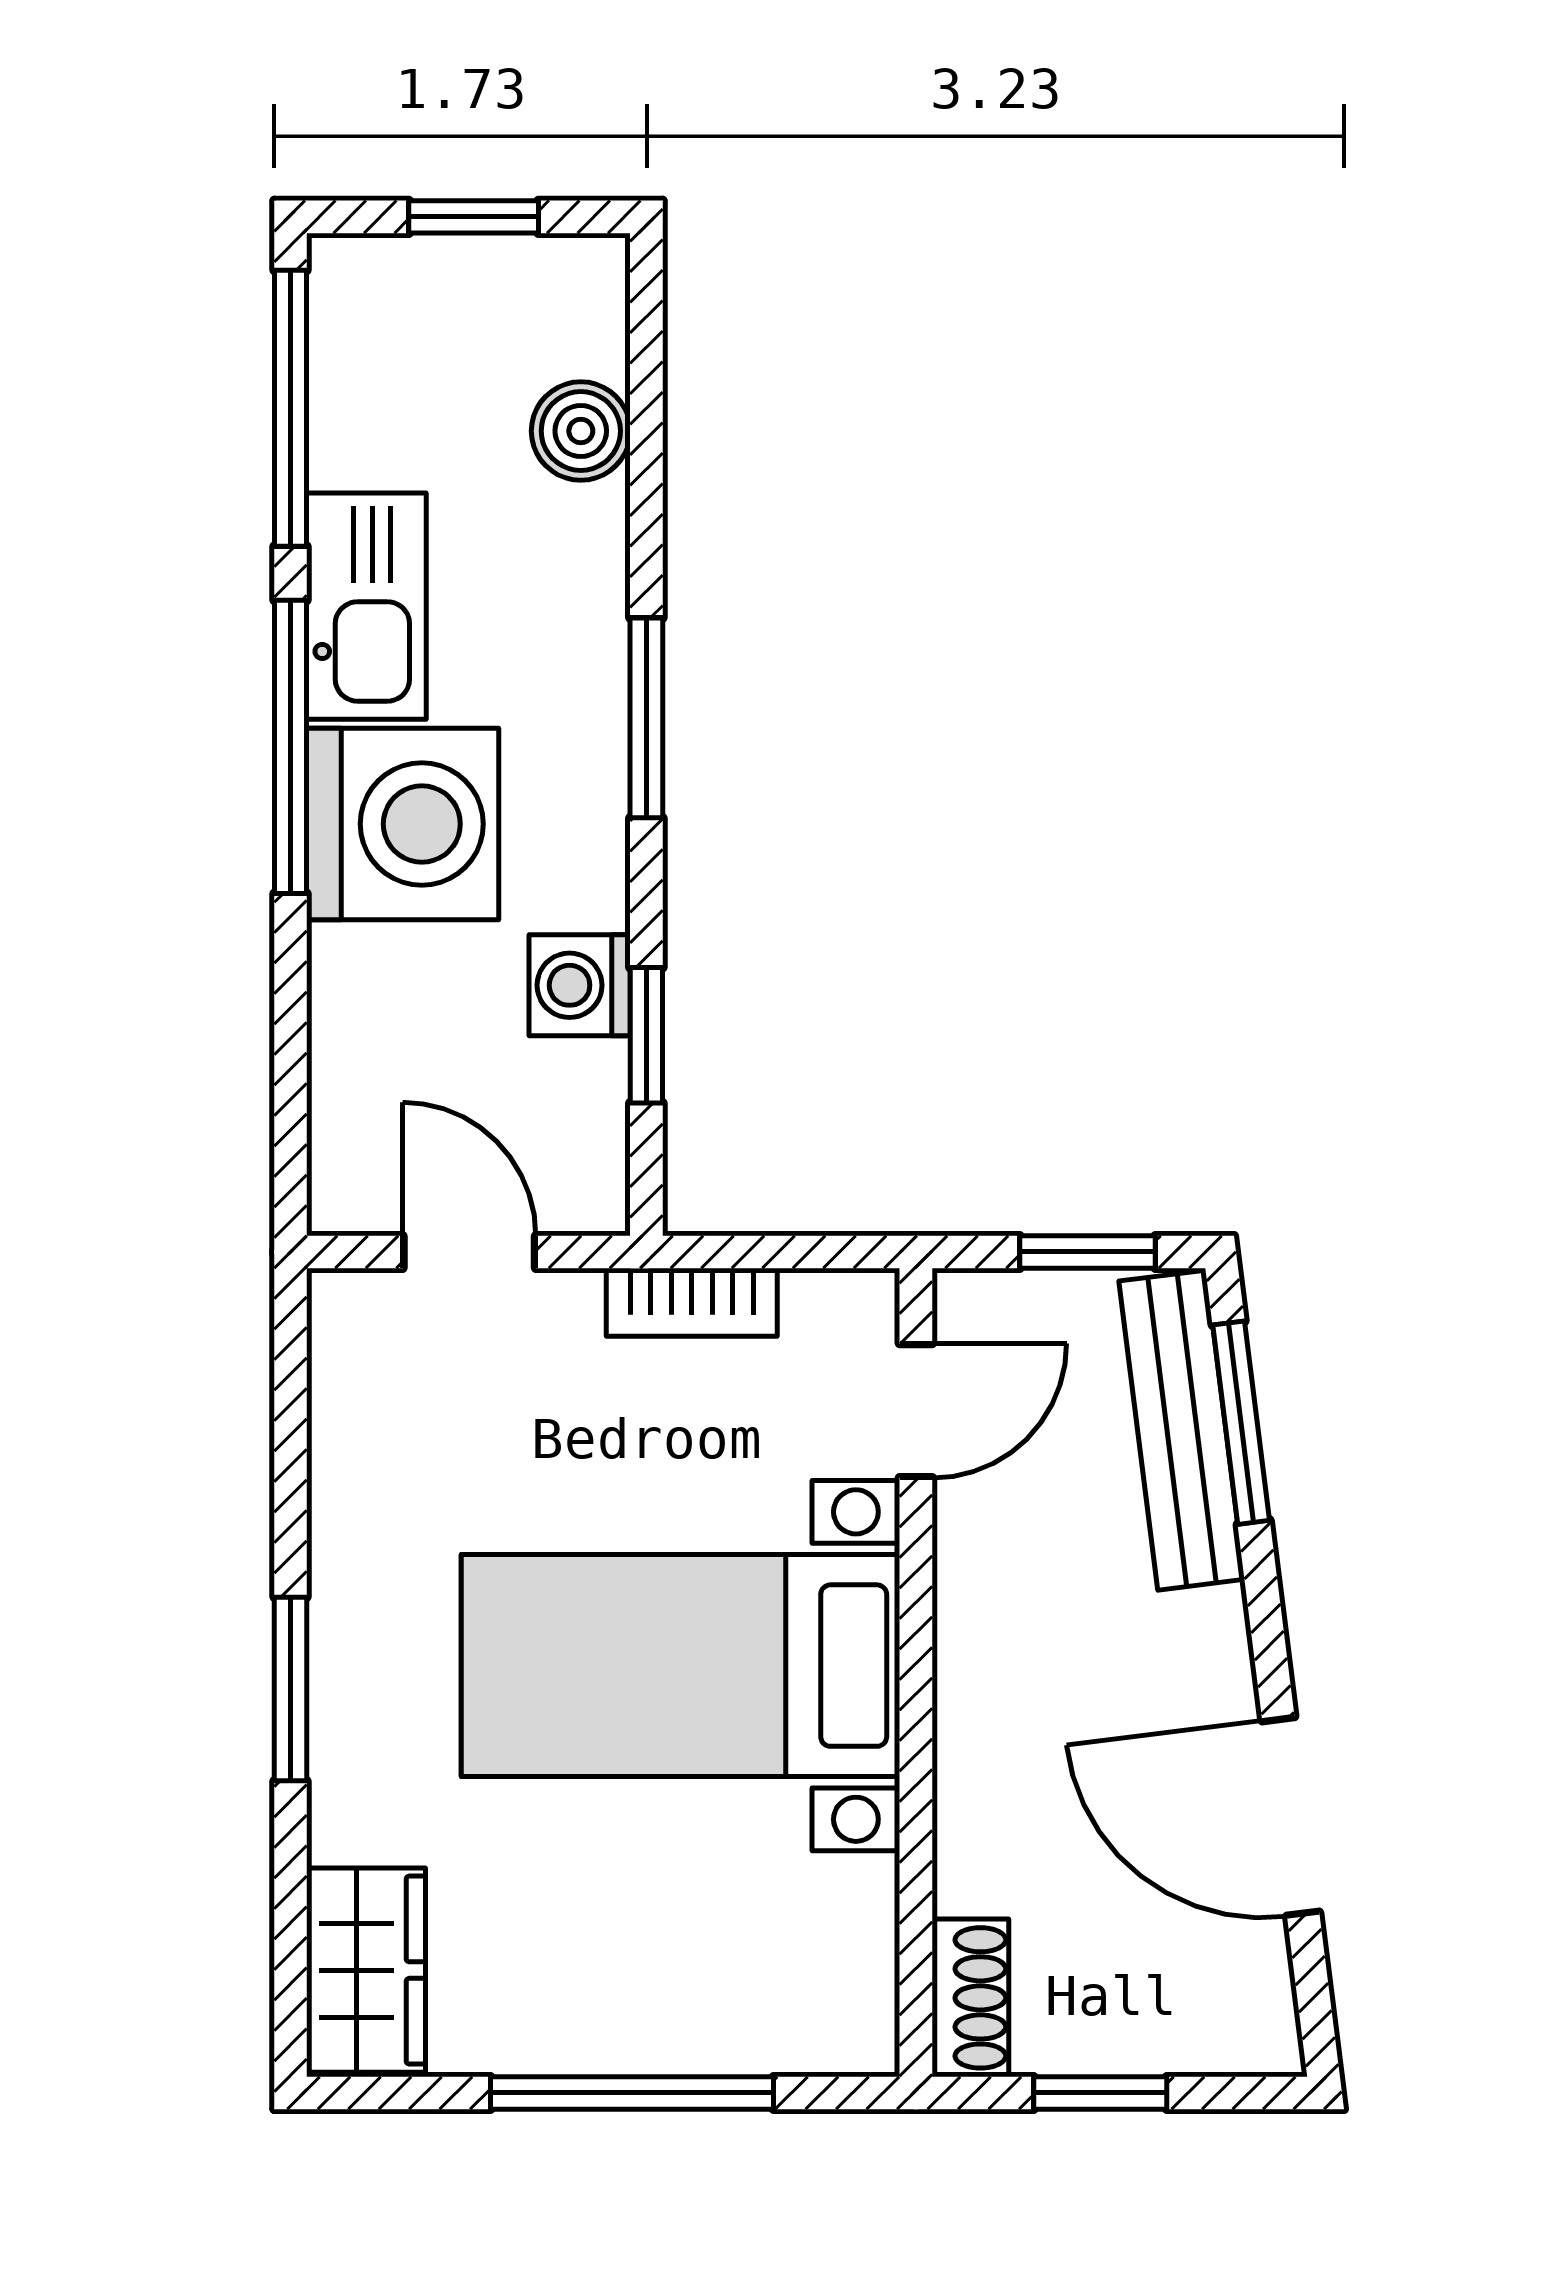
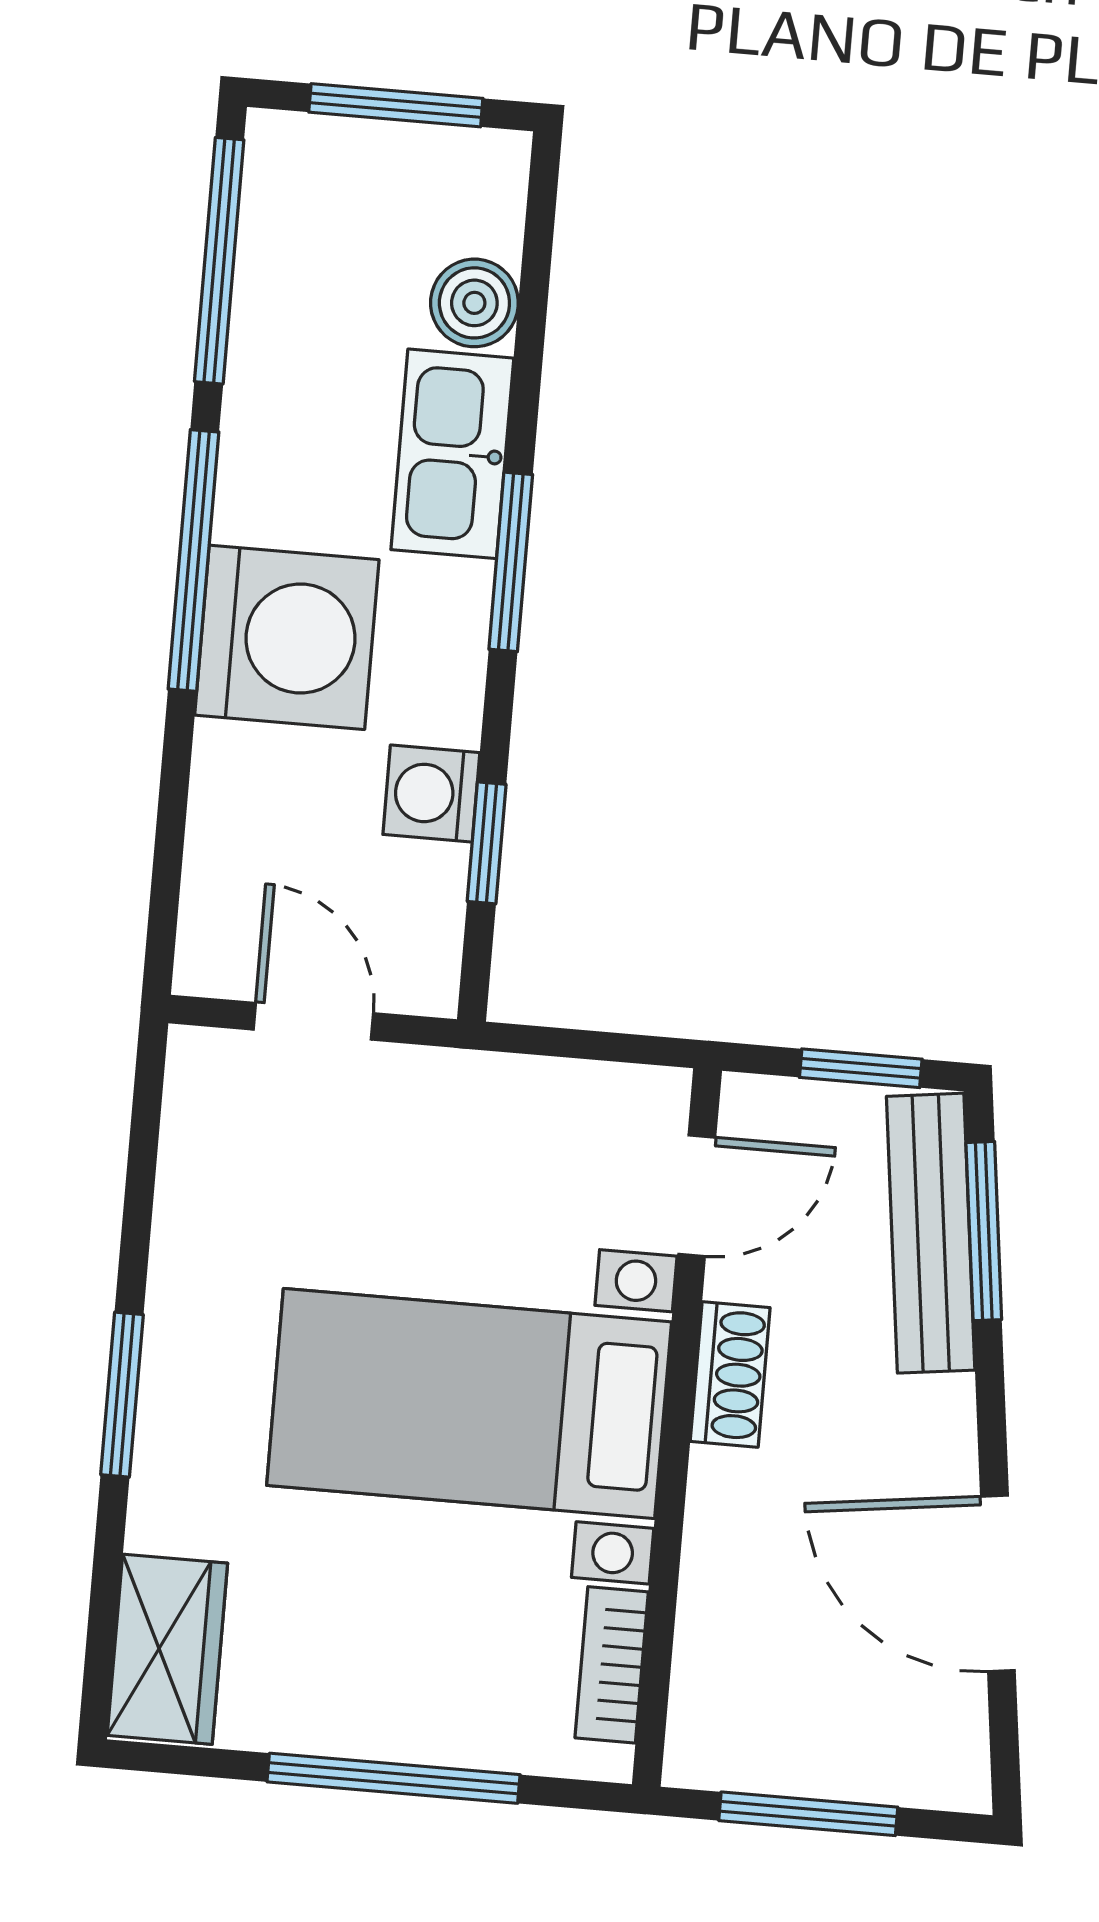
window: (474, 217) -> (396, 105), width x1.50
kitchen sink: (366, 606) -> (452, 454), moved, turned 180
bookcase: (692, 1302) -> (612, 1665), moved, turned 90
shoe rack: (970, 1998) -> (730, 1374), moved
window: (1100, 2093) -> (808, 1814), width x1.50

